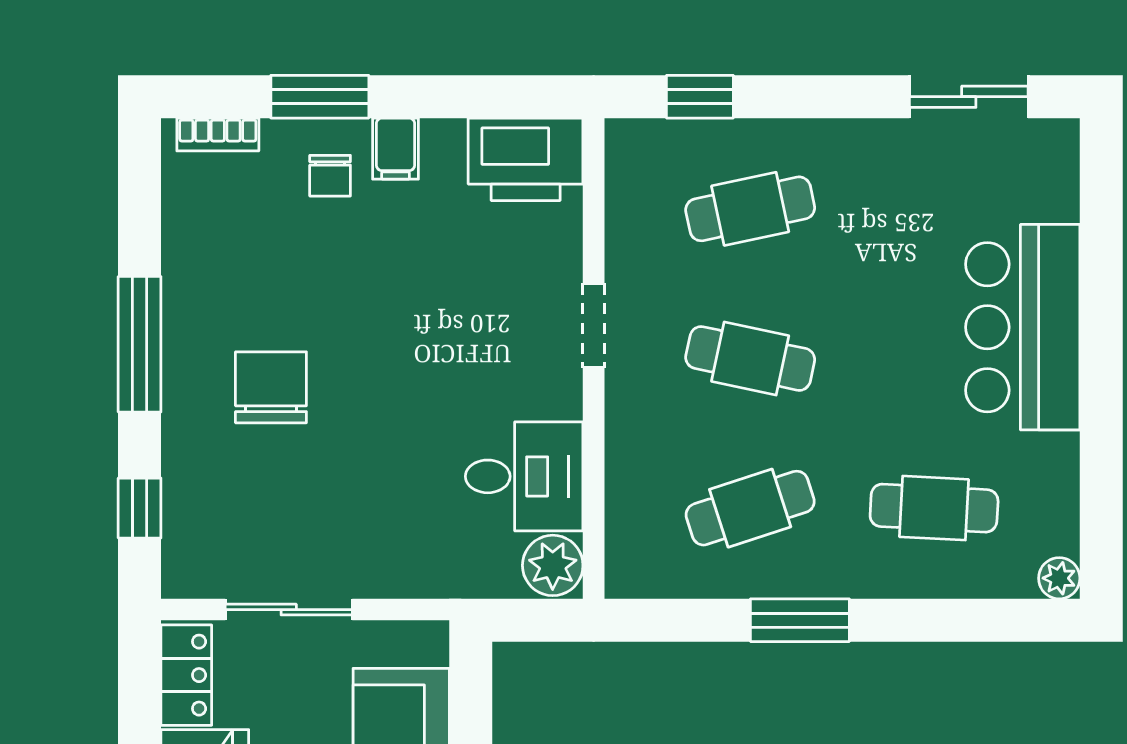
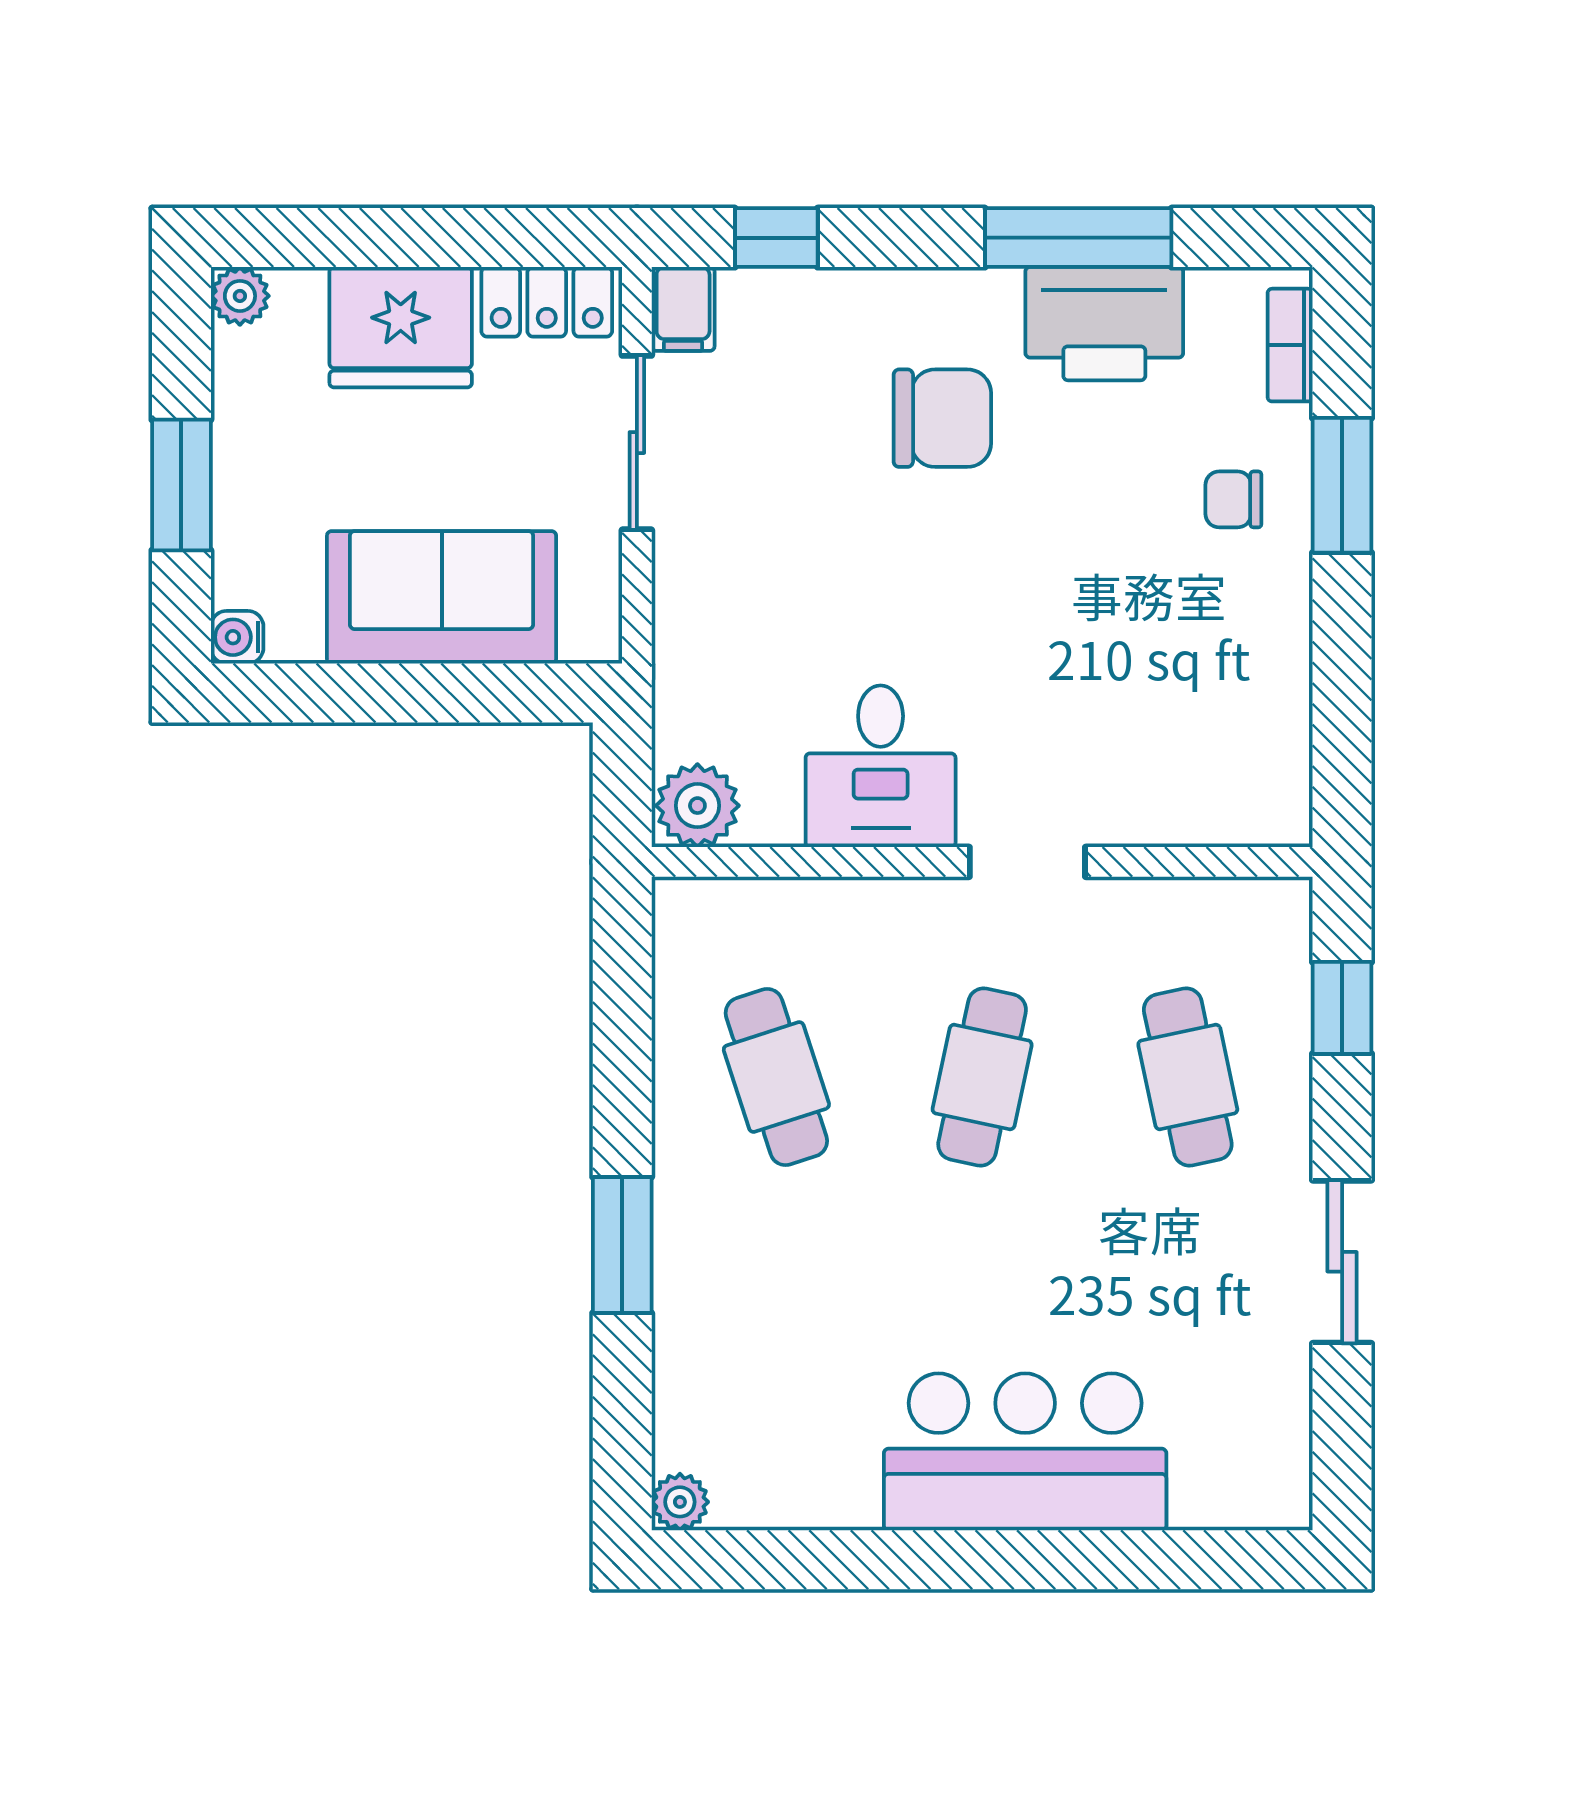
sliding door: (969, 97) -> (1342, 1262), moved
filing cabinet: (395, 149) -> (683, 309), moved, turned -90
printer: (526, 159) -> (1104, 324), moved, turned -90
window: (140, 344) -> (1078, 238), moved
desk: (524, 476) -> (881, 766), moved
cafe table: (934, 508) -> (776, 1330), removed
window: (800, 620) -> (622, 1245), moved

